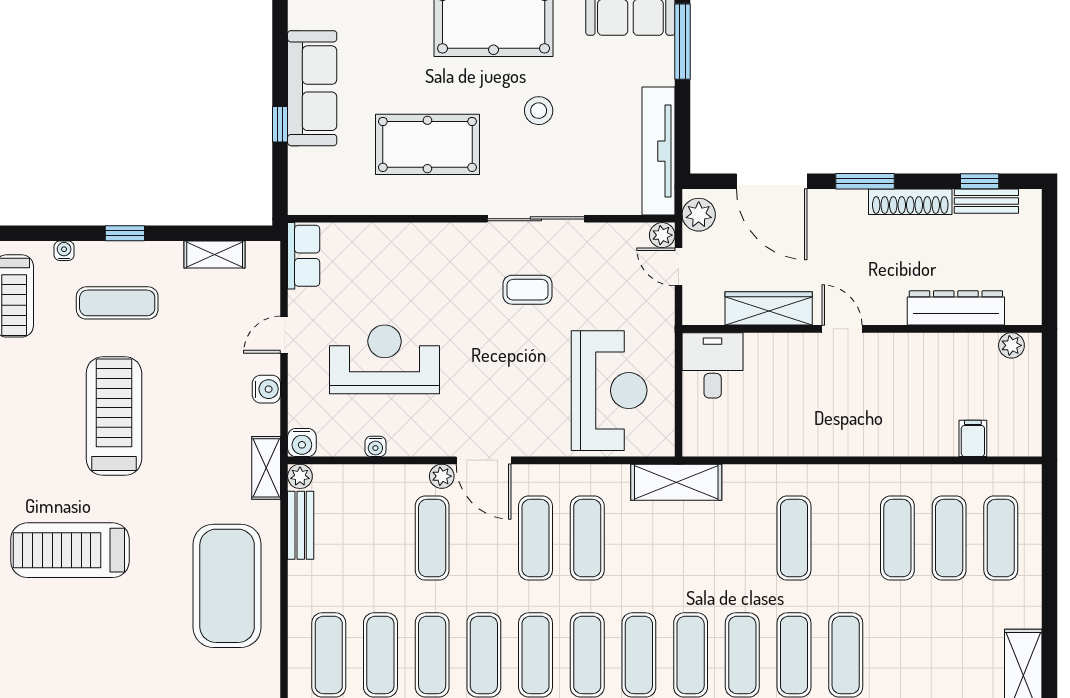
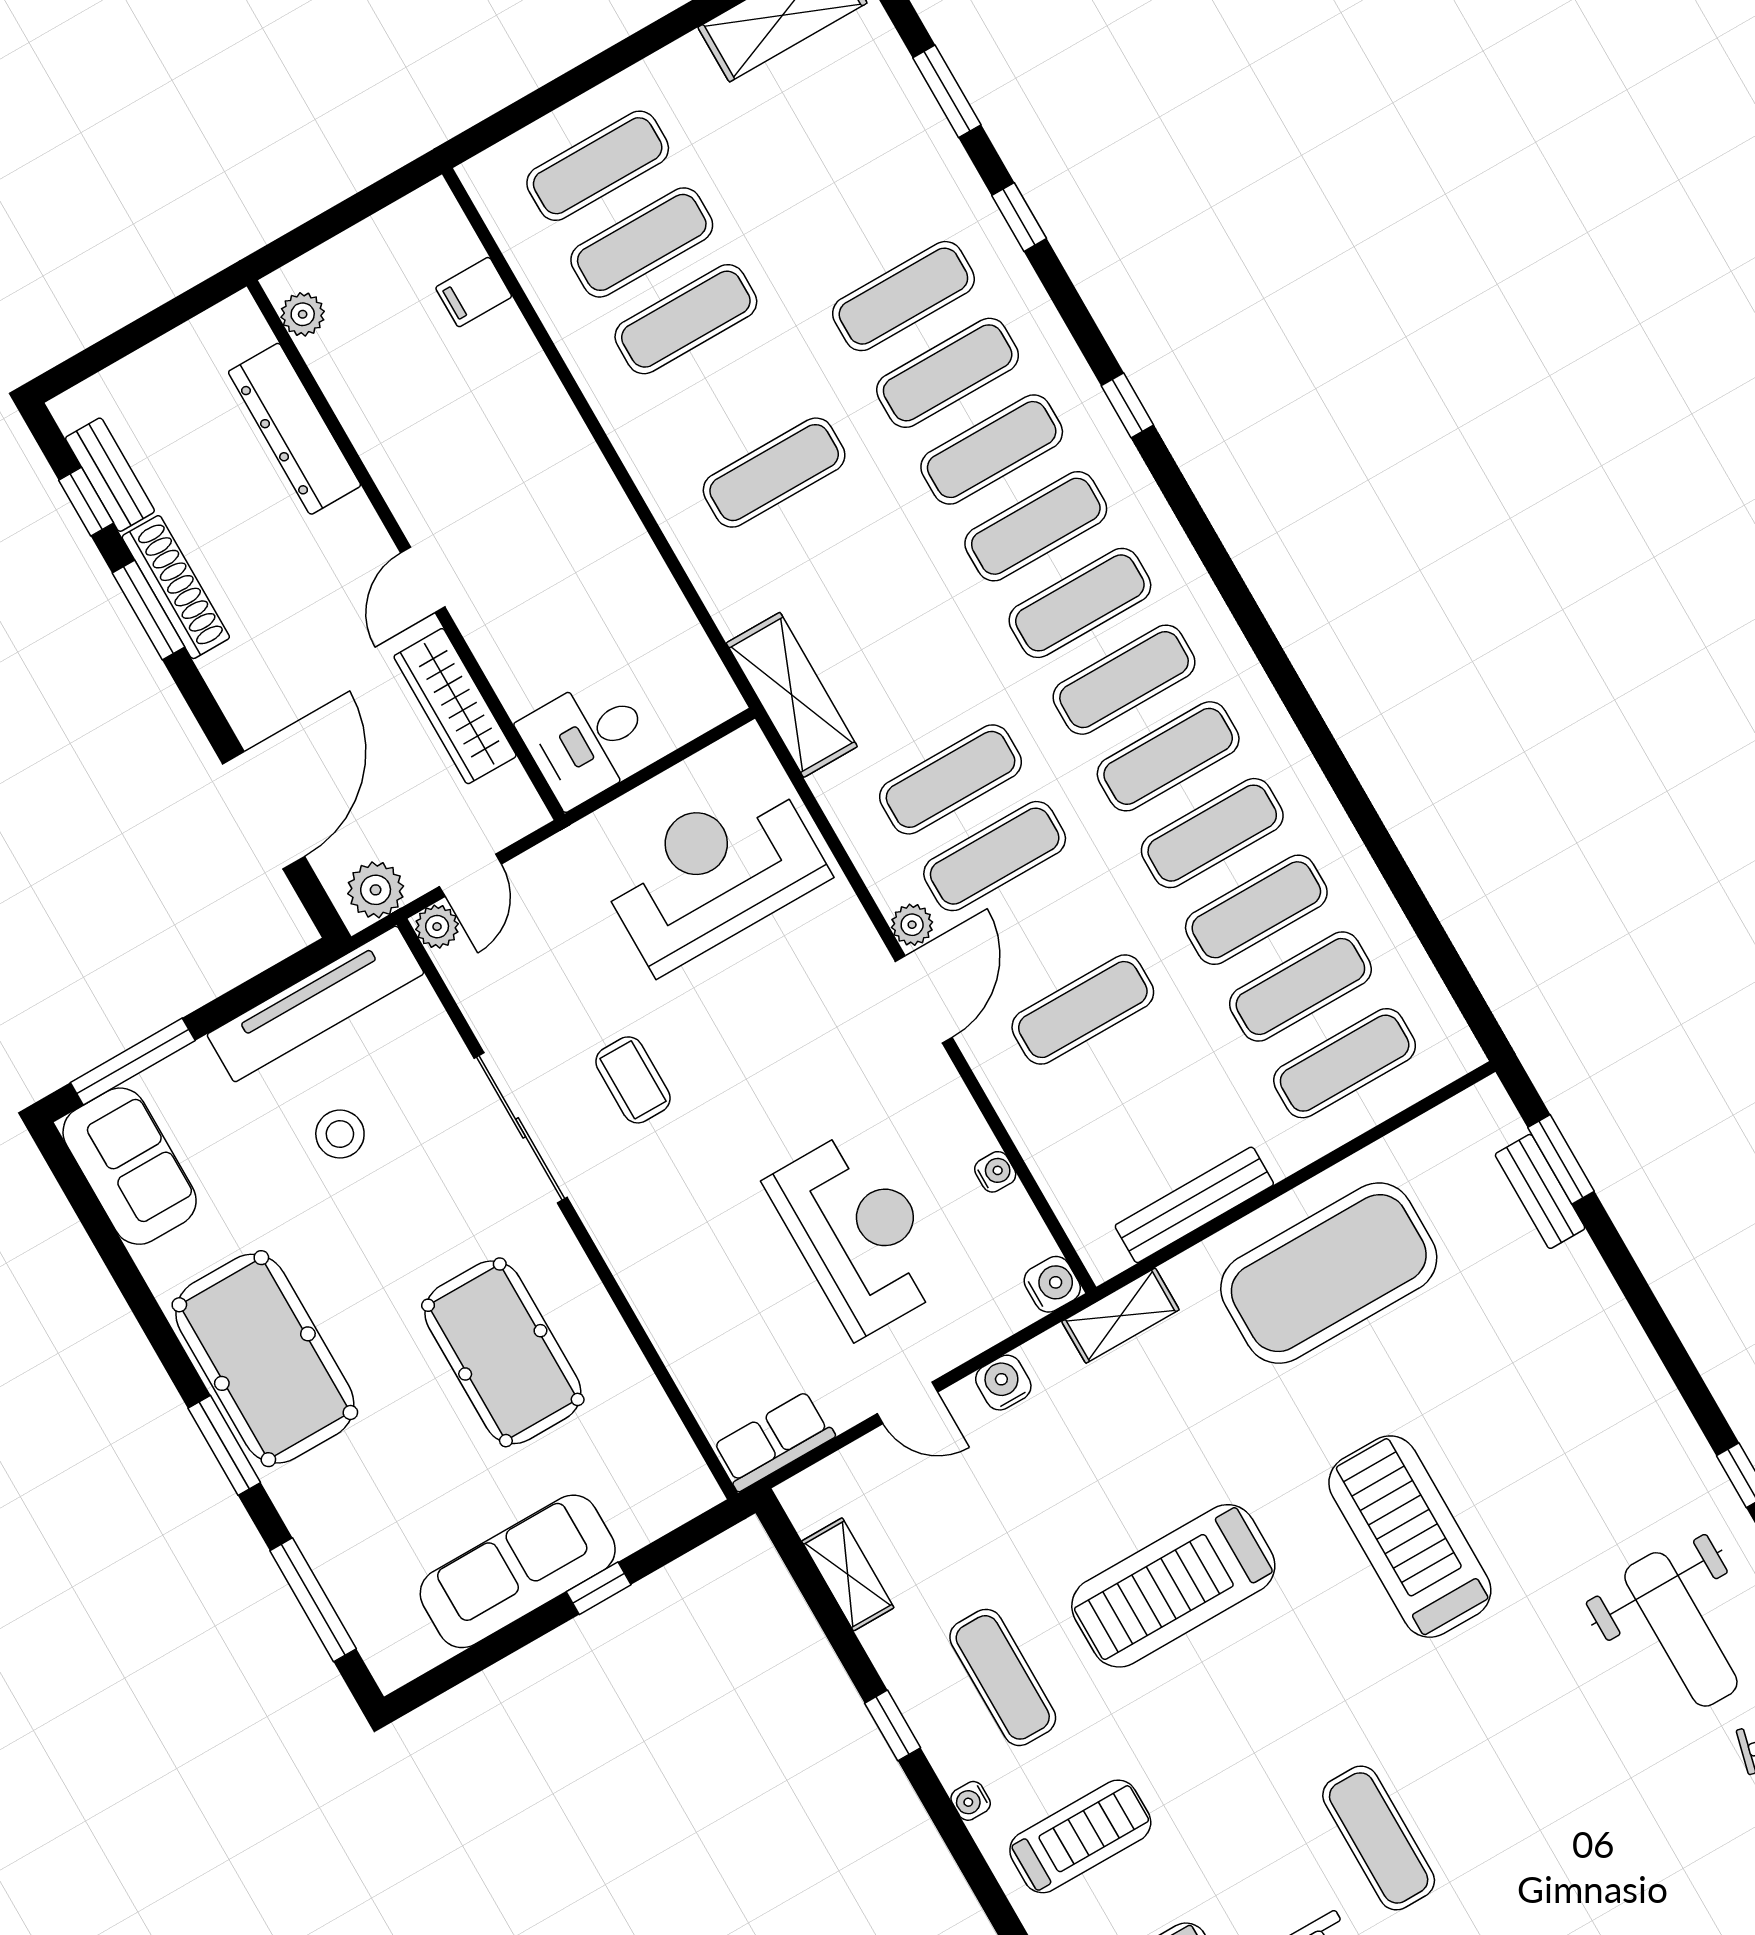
stool: (539, 111) -> (340, 1134), moved
window: (865, 181) -> (148, 610), moved
reception desk: (385, 359) -> (858, 1233), turned 180
plant: (300, 476) -> (1104, 1258), removed
plant: (442, 476) -> (912, 925), moved
bench: (301, 525) -> (1194, 1205), width x1.36
treadmill: (70, 550) -> (1410, 1537), turned 180

